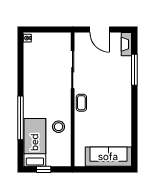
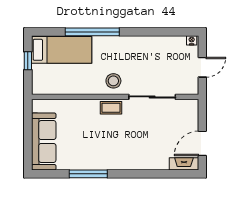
door: (49, 30) -> (202, 67), added
door: (100, 30) -> (202, 143), moved
window: (134, 70) -> (88, 174), moved
stool: (59, 127) -> (113, 81), moved

